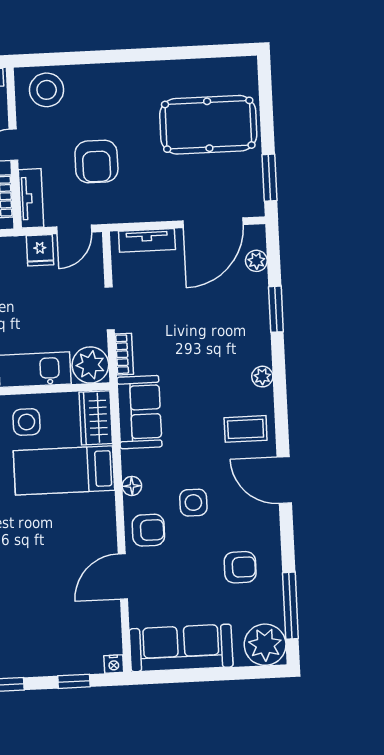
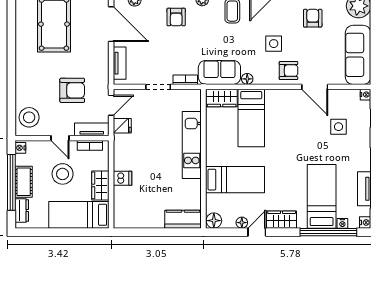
door: (74, 229) -> (111, 105), hinge flipped
armchair: (231, 333) -> (176, 17), added
plant: (90, 365) -> (191, 100), removed
side table: (27, 422) -> (338, 127), moved
floor lamp: (132, 486) -> (247, 79), moved
armchair: (148, 530) -> (288, 71), turned 90

